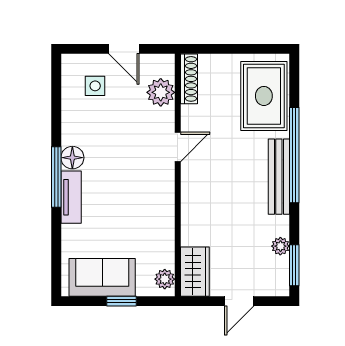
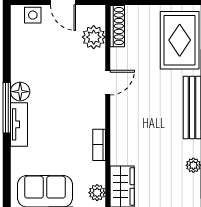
side table: (95, 86) -> (33, 15), moved
bookcase: (167, 222) -> (99, 145), added

